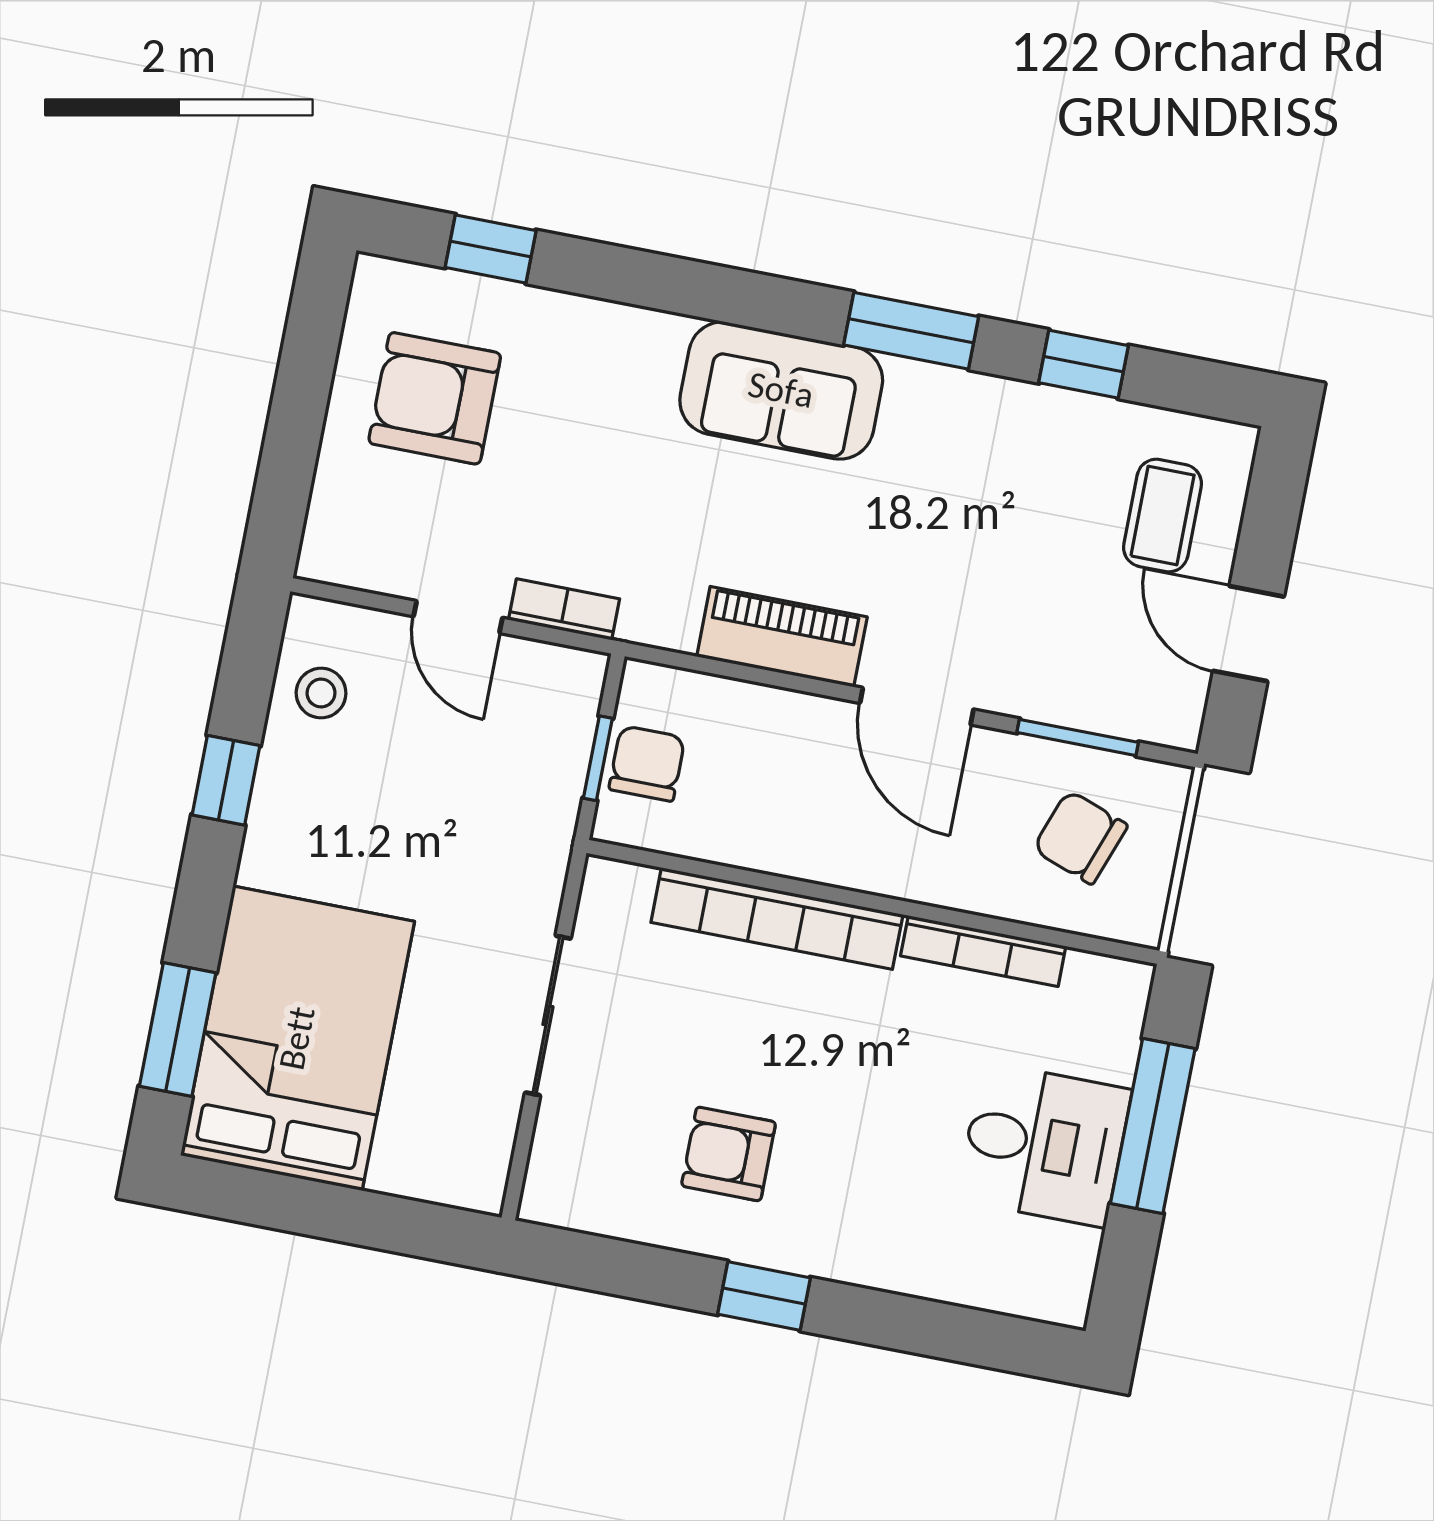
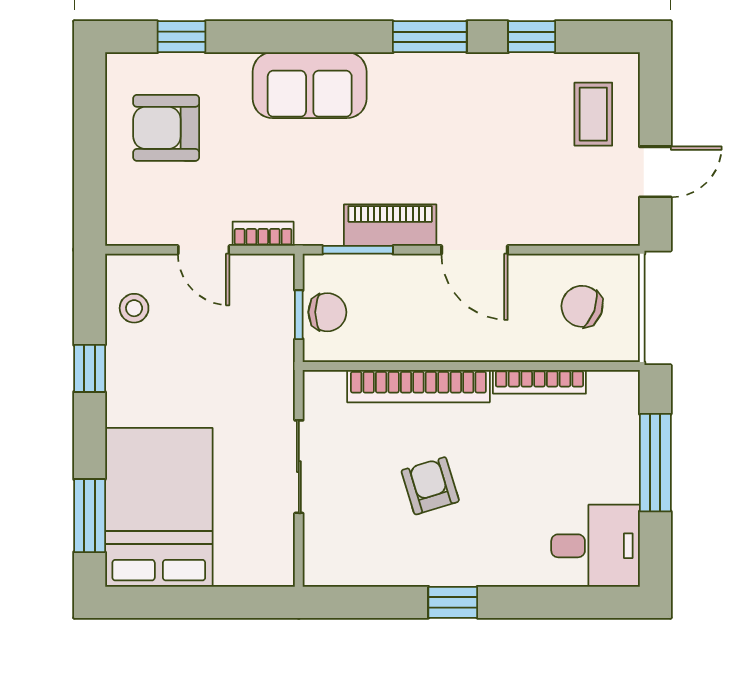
sofa: (781, 390) -> (310, 85), moved
door: (1248, 634) -> (655, 172), swing flipped
window: (1078, 737) -> (358, 250), moved
chair: (647, 763) -> (327, 312), turned 90
desk: (1044, 1145) -> (595, 546), moved
armchair: (729, 1154) -> (430, 486), moved, turned 73

